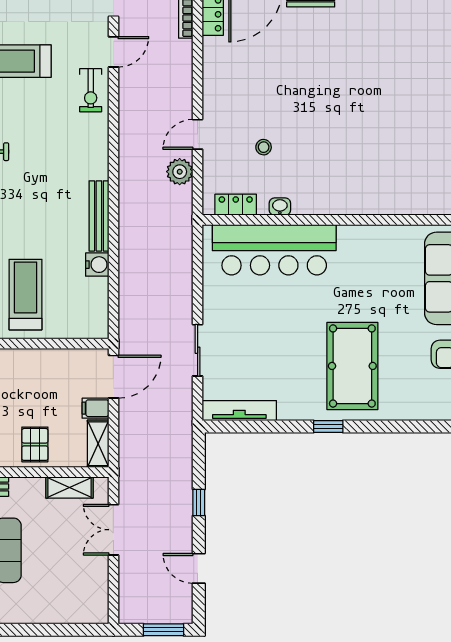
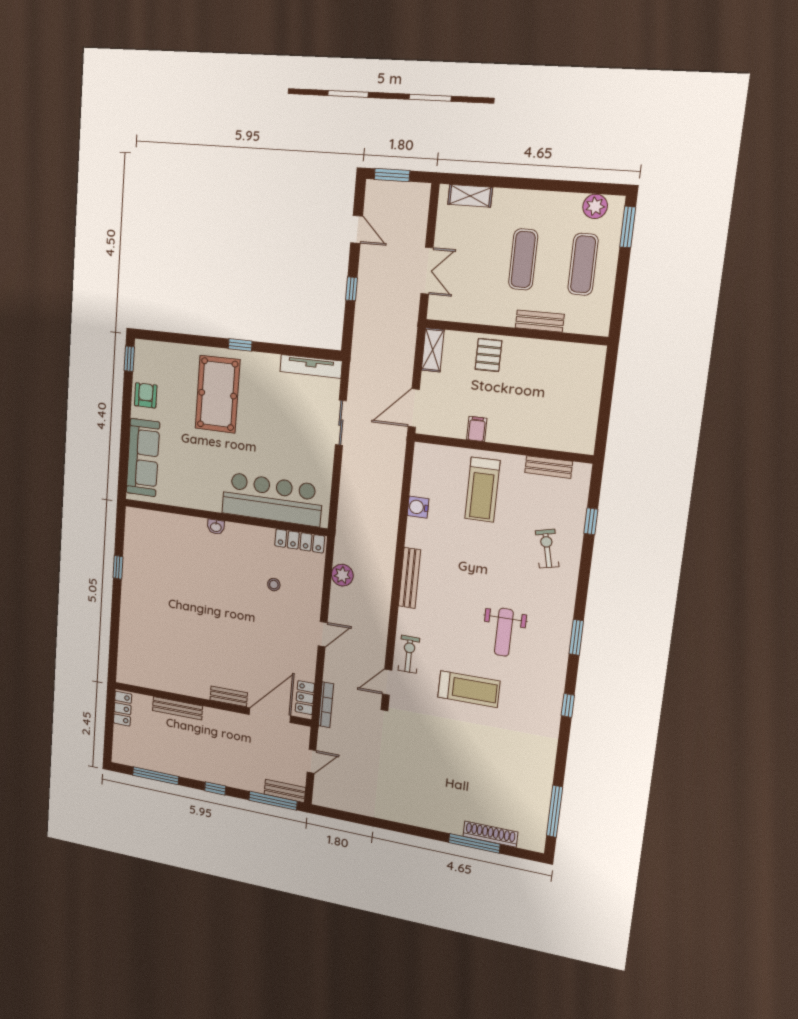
door: (198, 134) -> (323, 634), moved
locker: (236, 205) -> (300, 541), width x1.53
washbasin: (280, 207) -> (216, 527), moved
bench: (99, 216) -> (409, 578), moved
filing cabinet: (95, 408) -> (477, 429), moved, turned -90
shelving: (69, 487) -> (470, 196), moved

